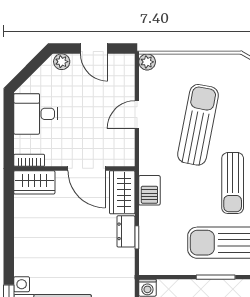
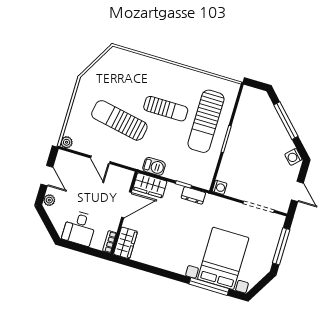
door: (94, 49) -> (47, 176), hinge flipped
dresser: (126, 231) -> (193, 195), moved

